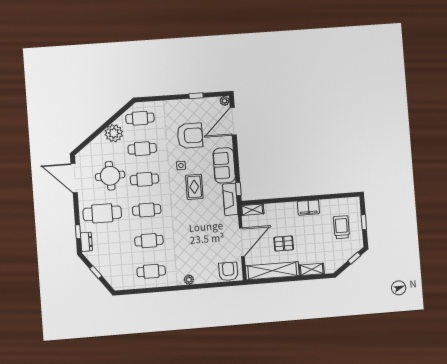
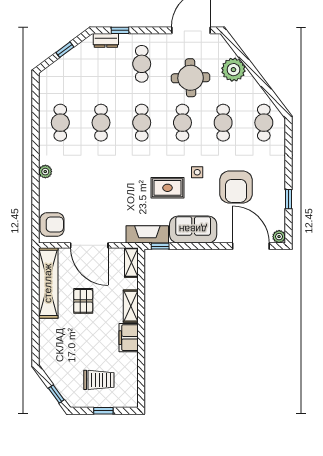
plant: (114, 133) -> (233, 70), moved
cafe table: (102, 213) -> (142, 64), width x0.73, depth x0.74
shelving: (312, 269) -> (131, 306), moved

